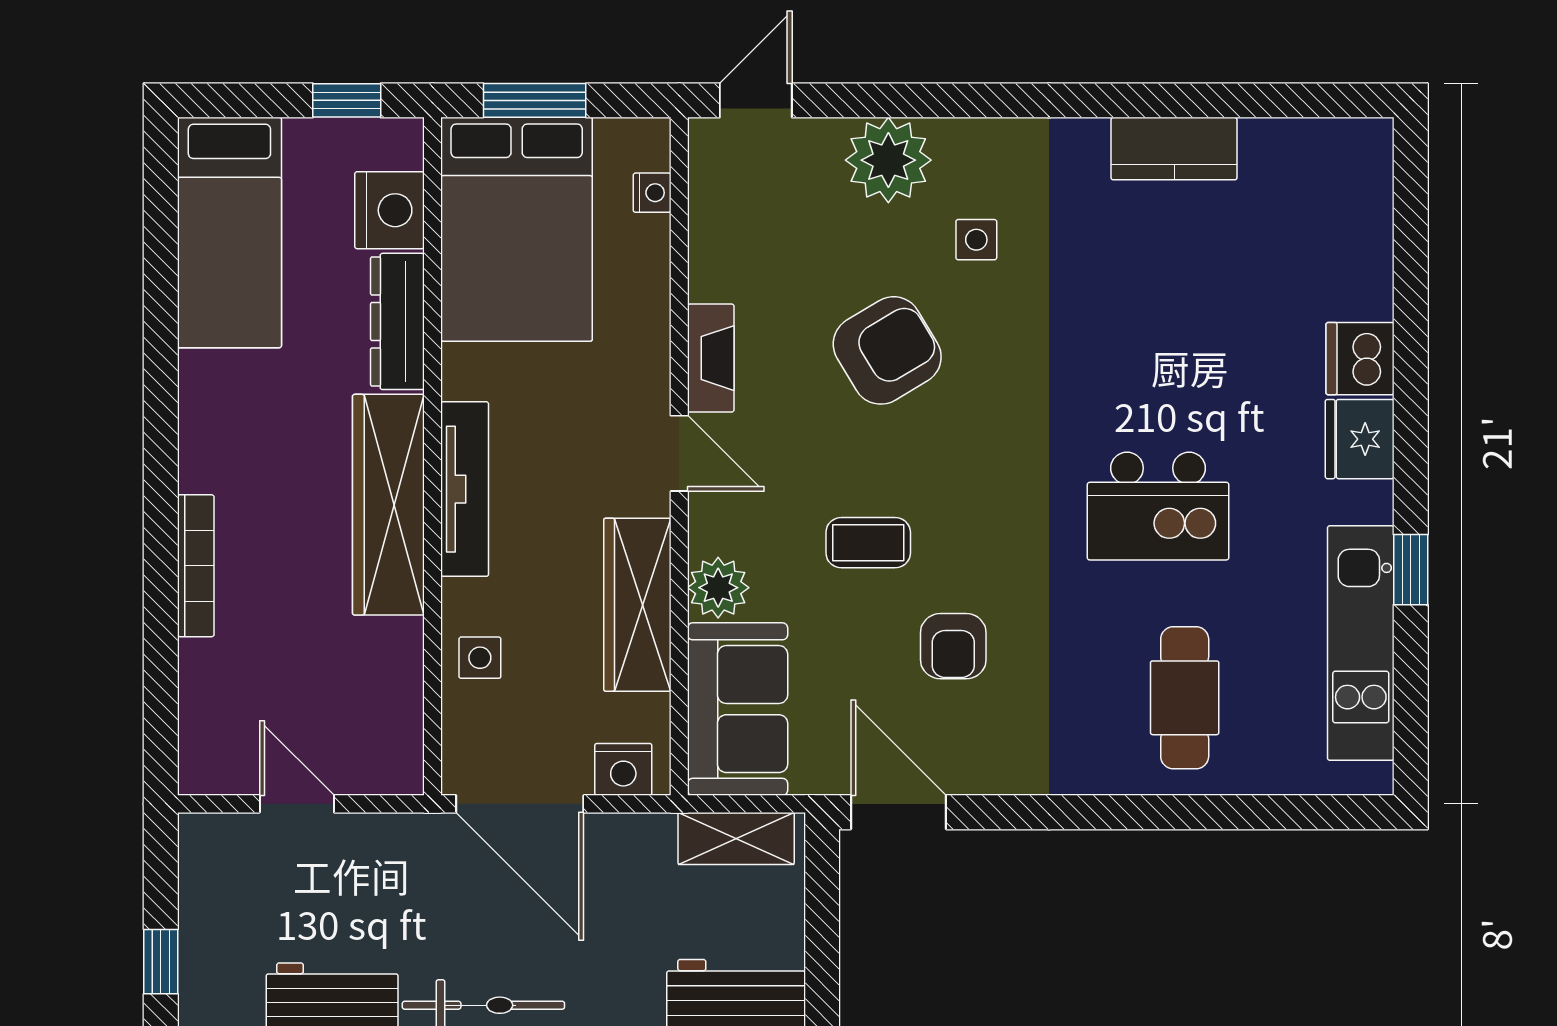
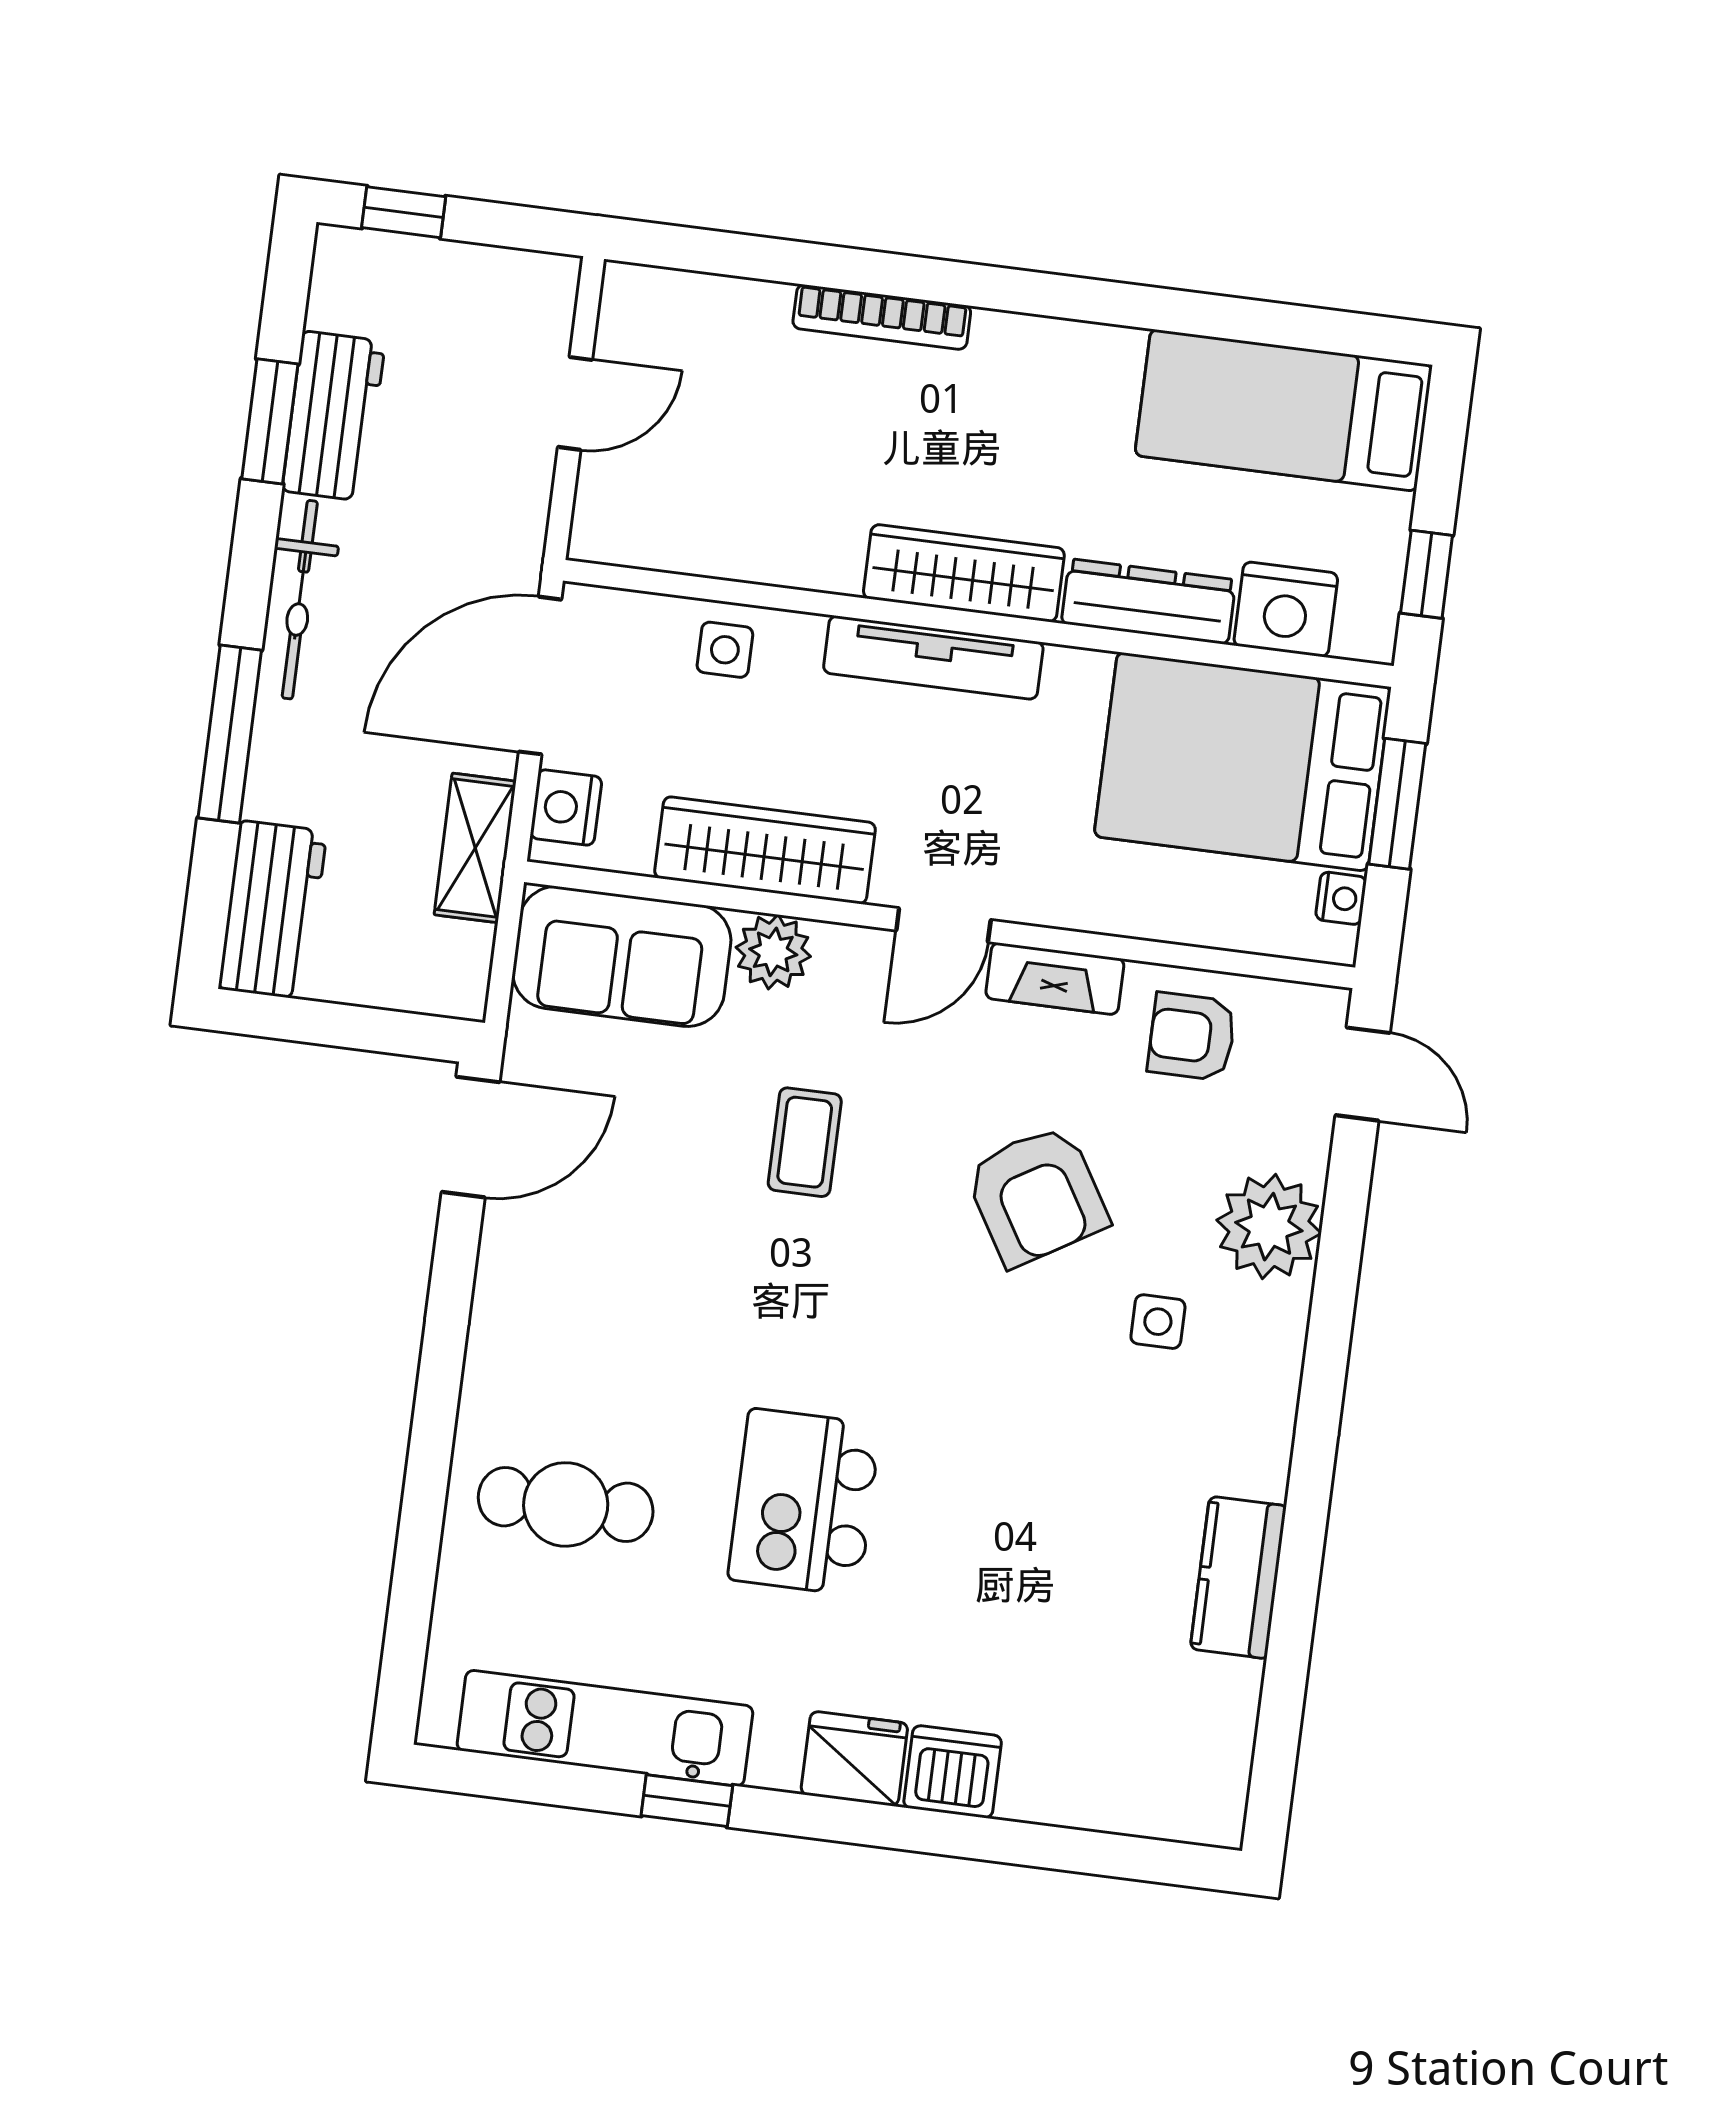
nightstand: (652, 193) -> (1341, 898), moved, turned -90
wardrobe: (388, 505) -> (964, 573), width x0.71, depth x0.85
armchair: (953, 646) -> (1192, 1036), moved
shelving: (736, 838) -> (475, 848), moved

